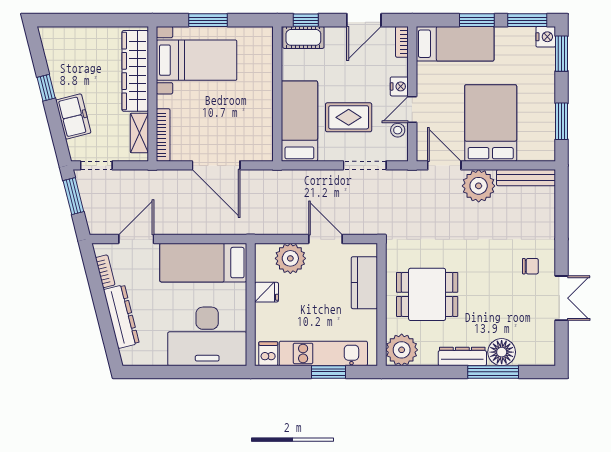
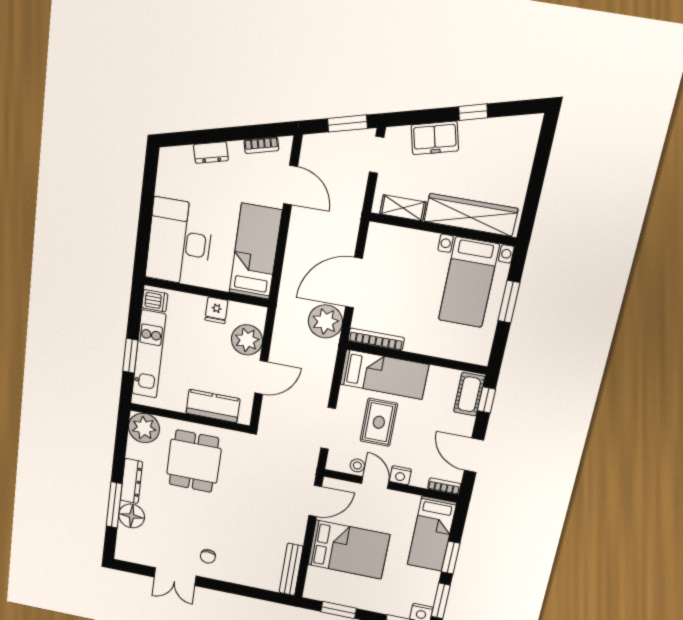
bookcase: (163, 135) -> (376, 339), moved, turned 180
plant: (479, 186) -> (325, 321), moved
dresser: (121, 317) -> (211, 153), width x0.51, depth x0.80

